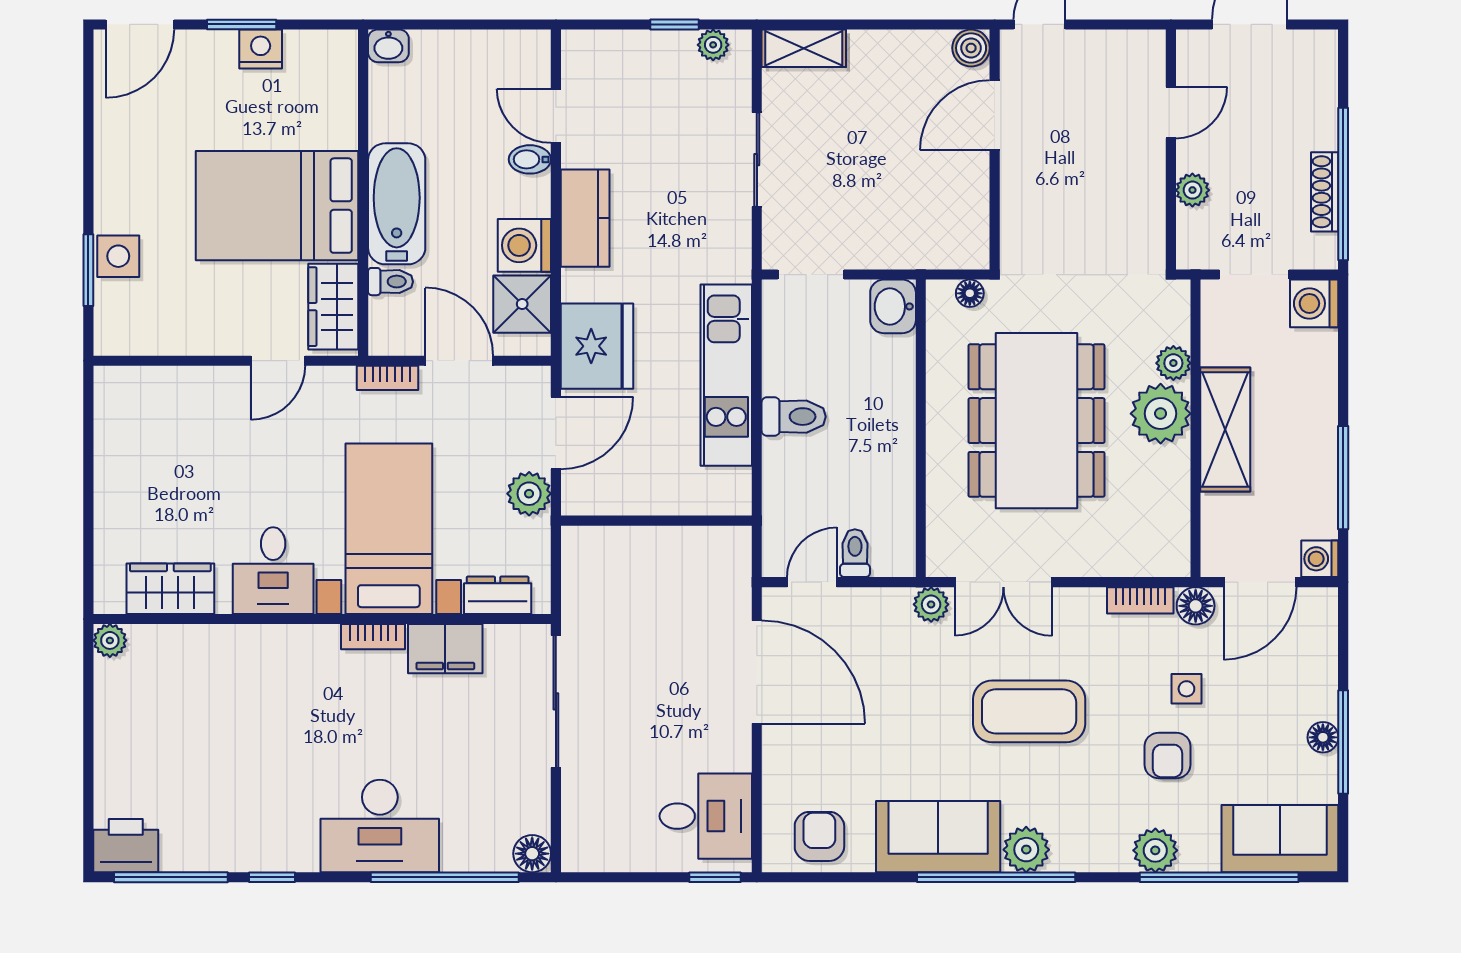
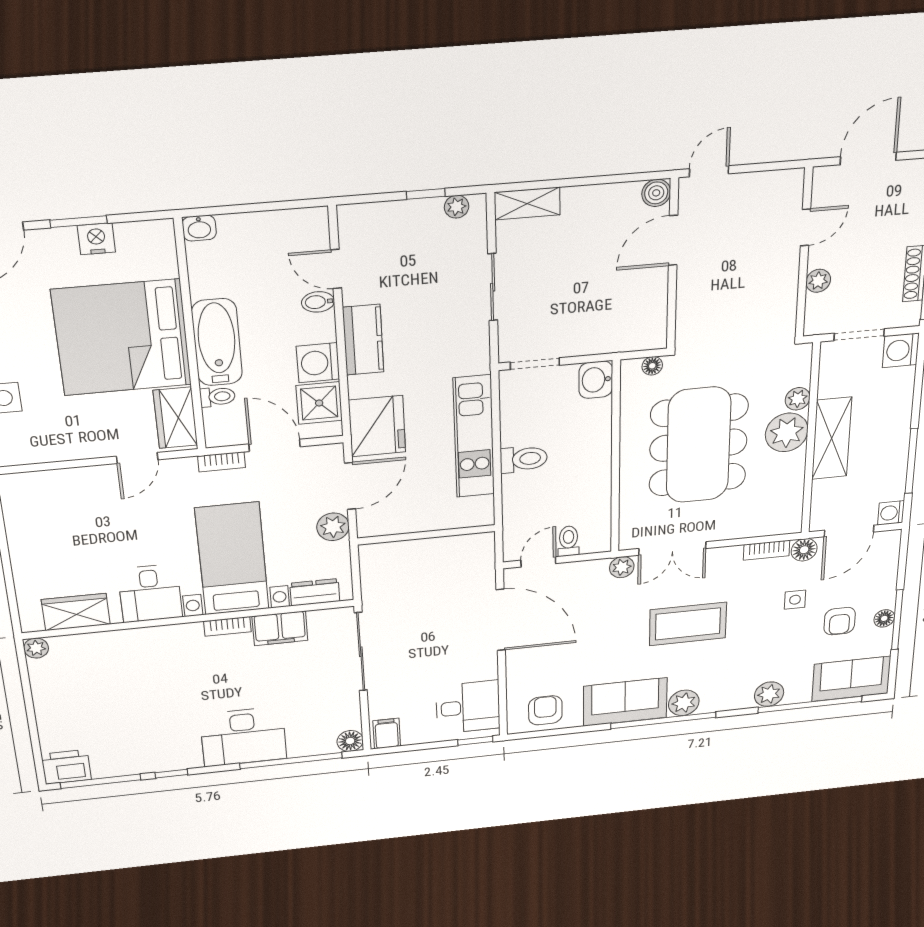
bed: (277, 206) -> (122, 338), width x1.36
armchair: (1168, 755) -> (840, 621), moved
filing cabinet: (586, 847) -> (387, 733), added

